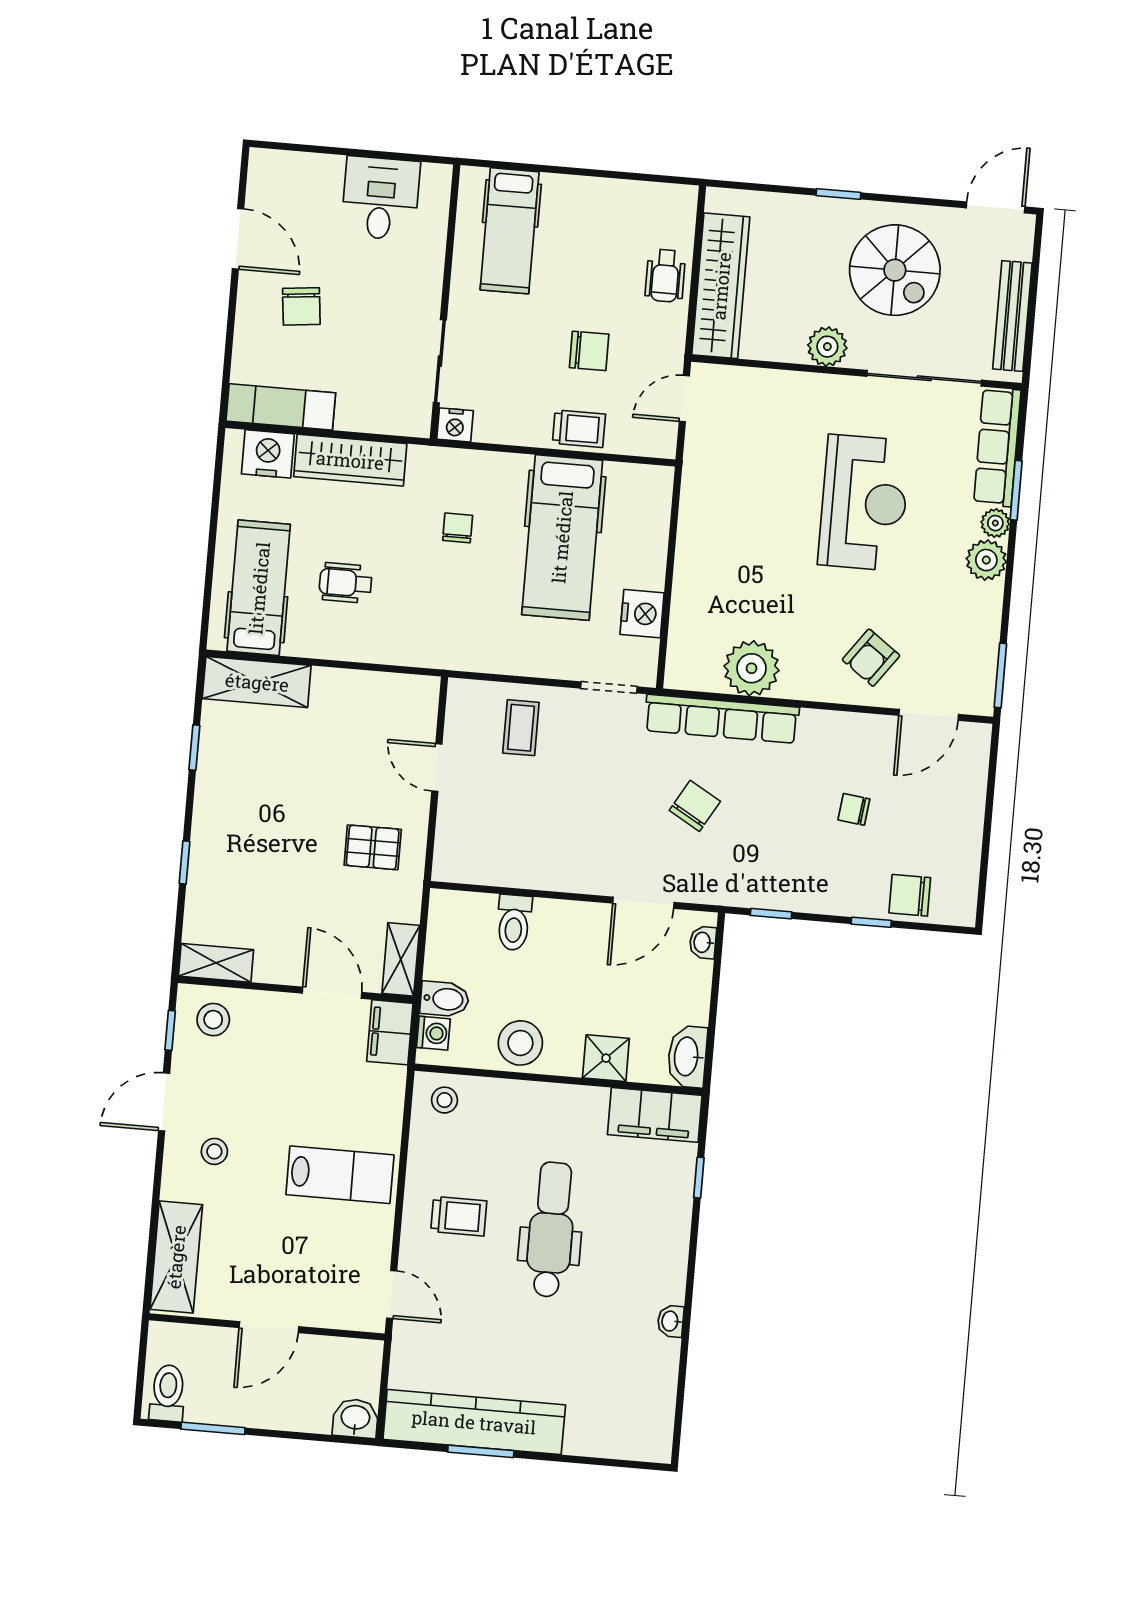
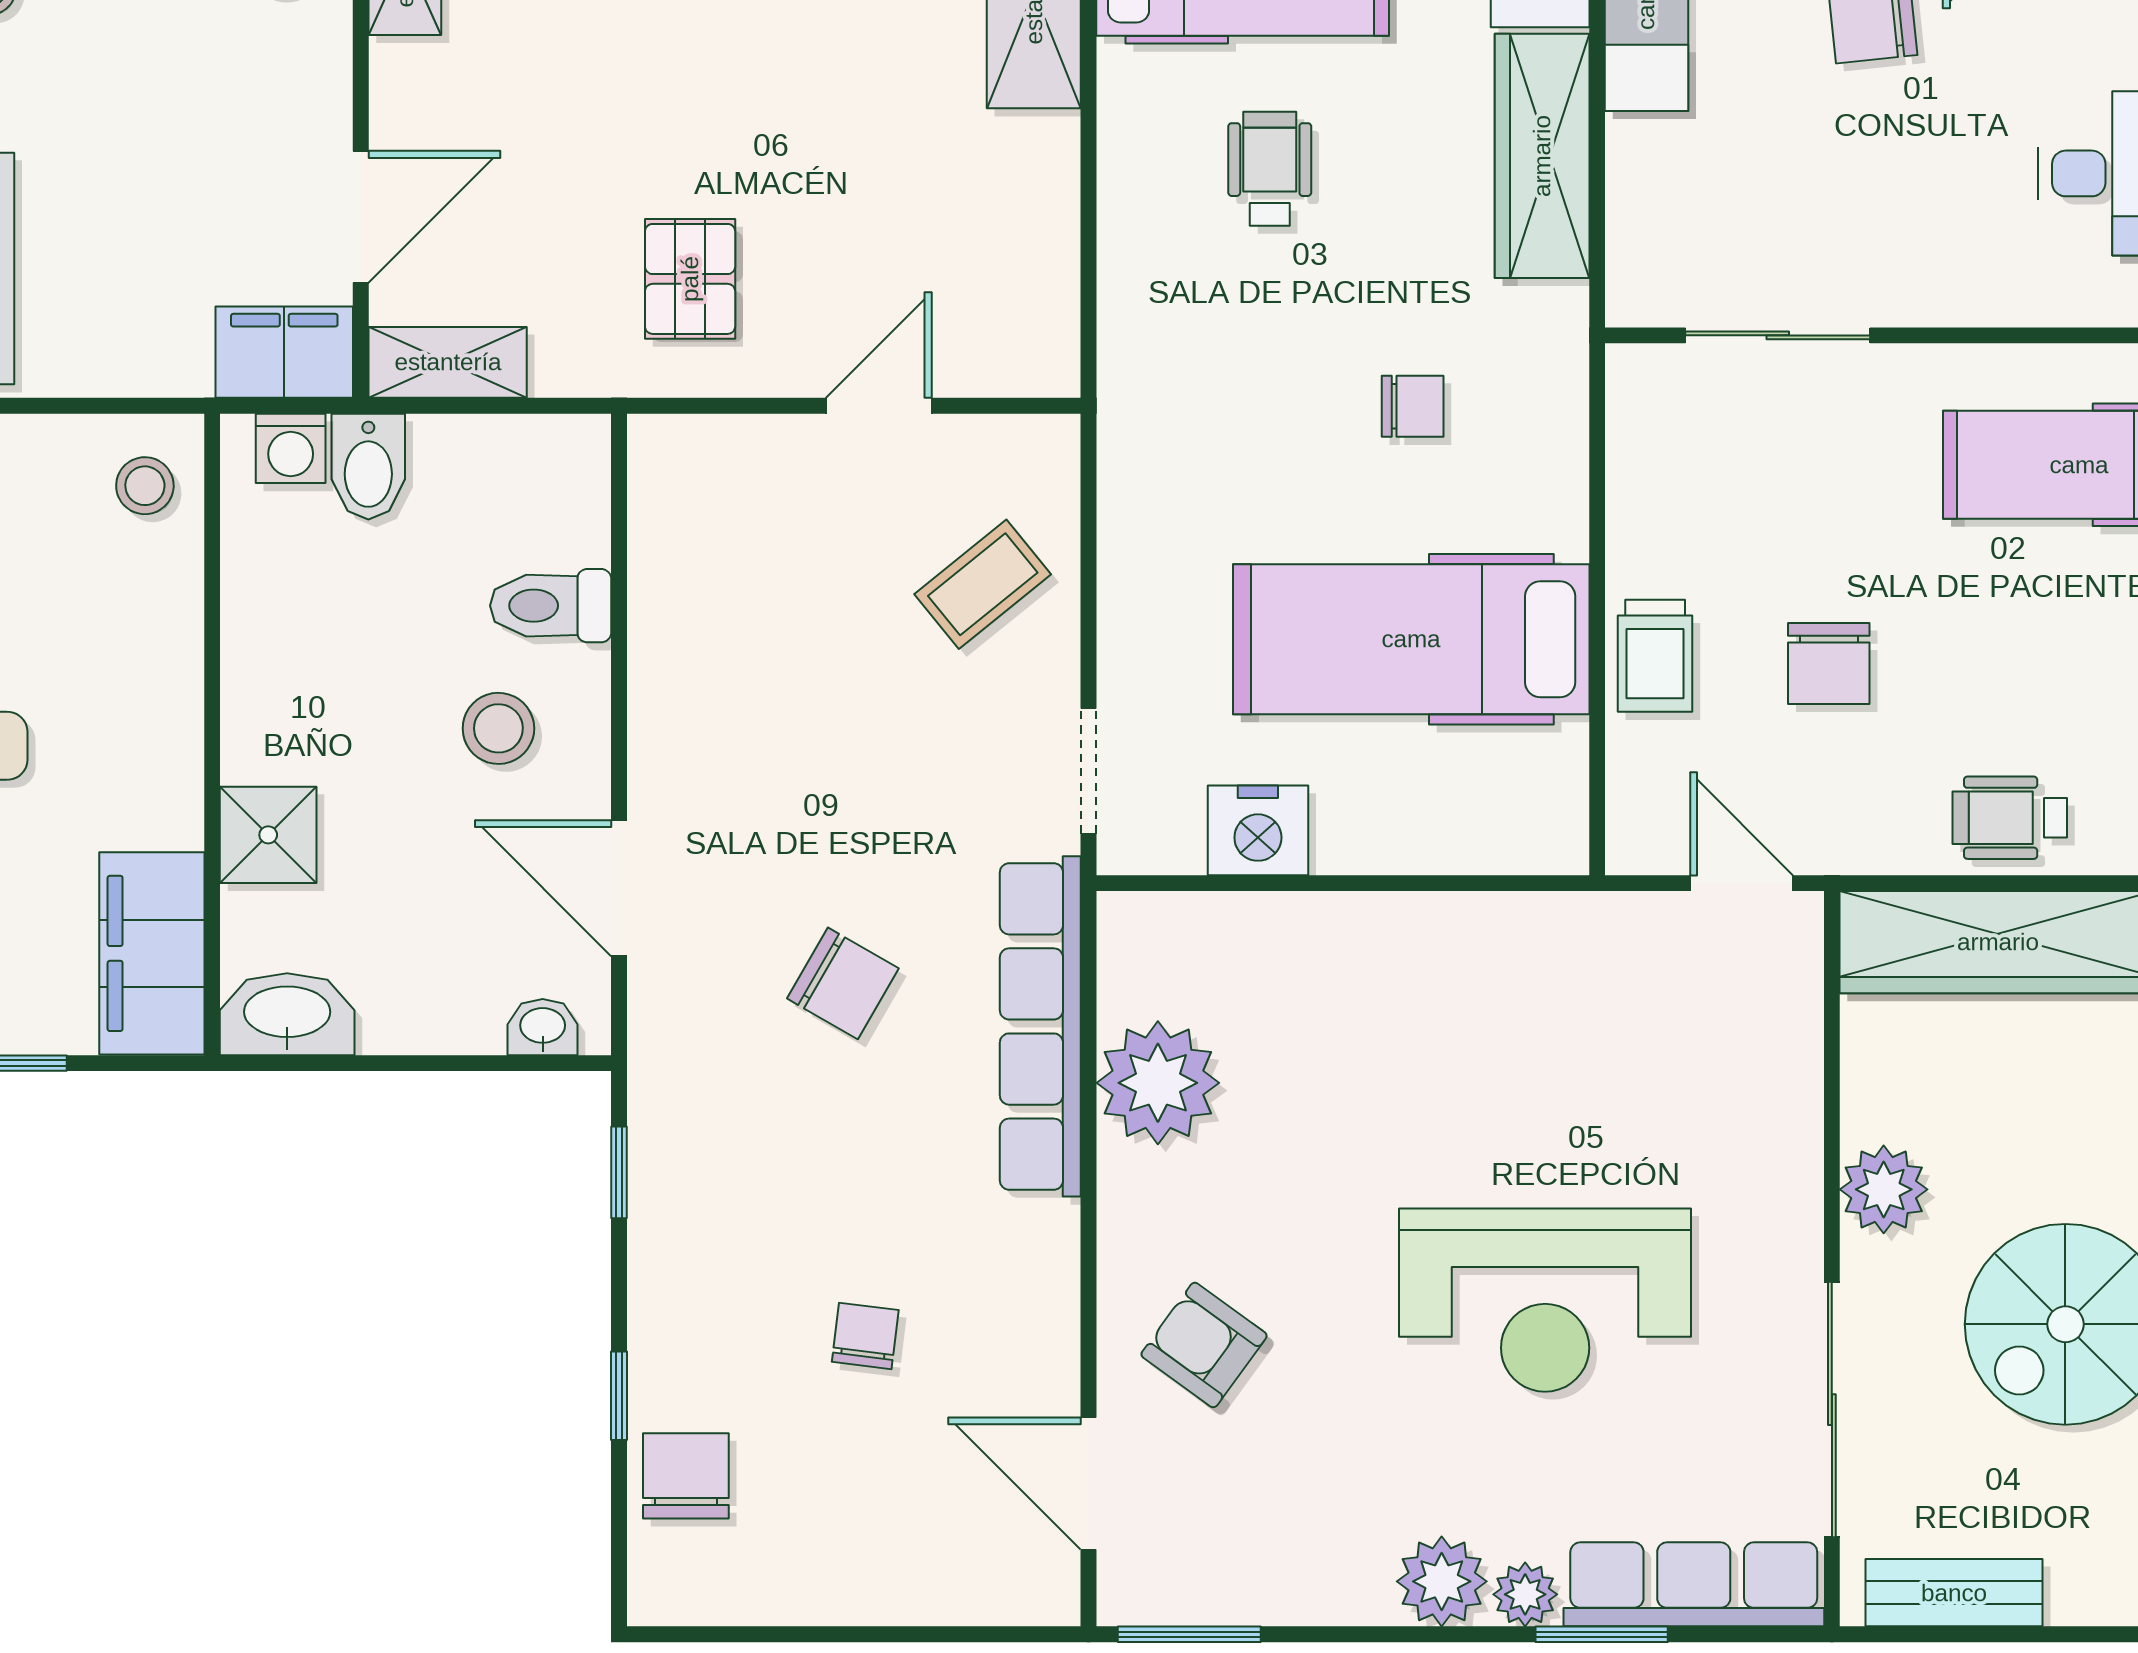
bench: (1012, 316) -> (1954, 1593), width x0.73
nightstand: (455, 425) -> (1640, 381), removed
coffee table: (521, 728) -> (983, 584), turned -39
stool: (520, 1043) -> (498, 728), moved, width x0.73, depth x0.73

